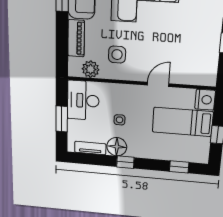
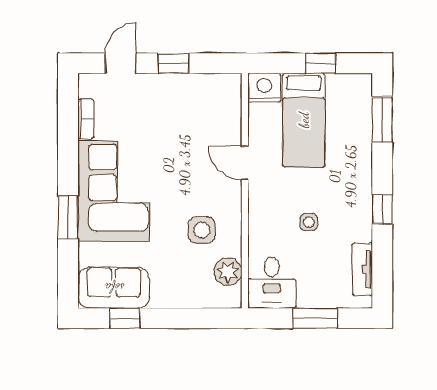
piano: (76, 38) -> (180, 296), removed
desk: (83, 100) -> (272, 283), width x0.73
floor lamp: (117, 147) -> (356, 225), removed
window: (179, 167) -> (382, 120), width x1.50

